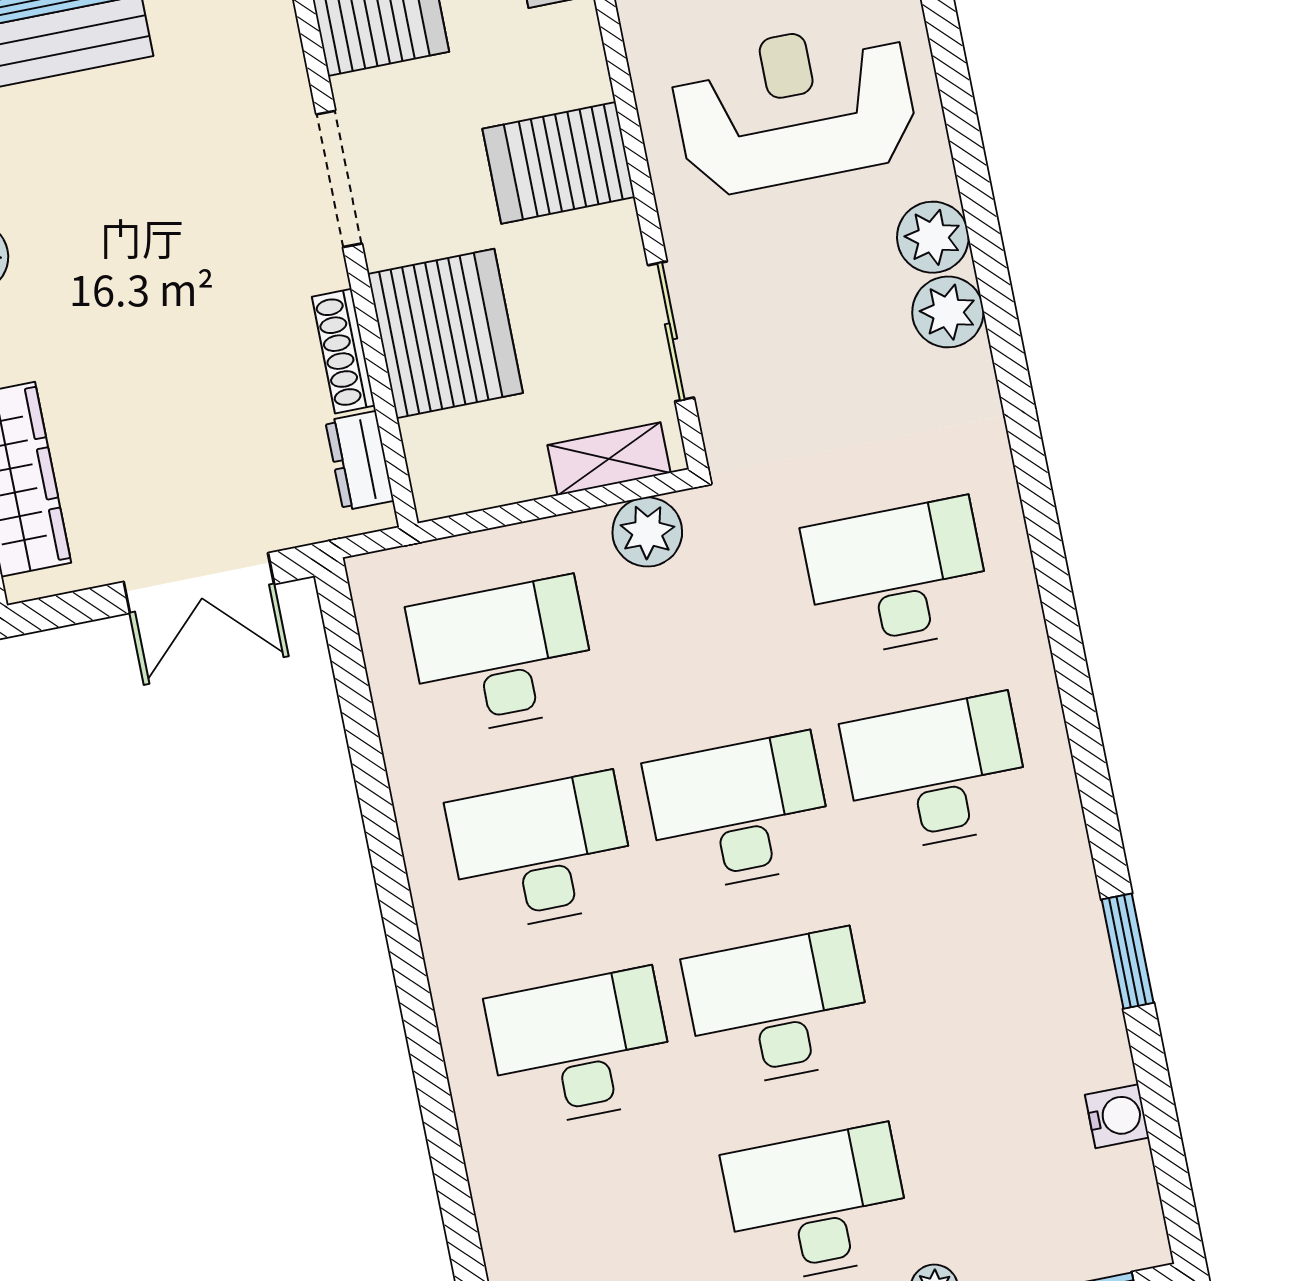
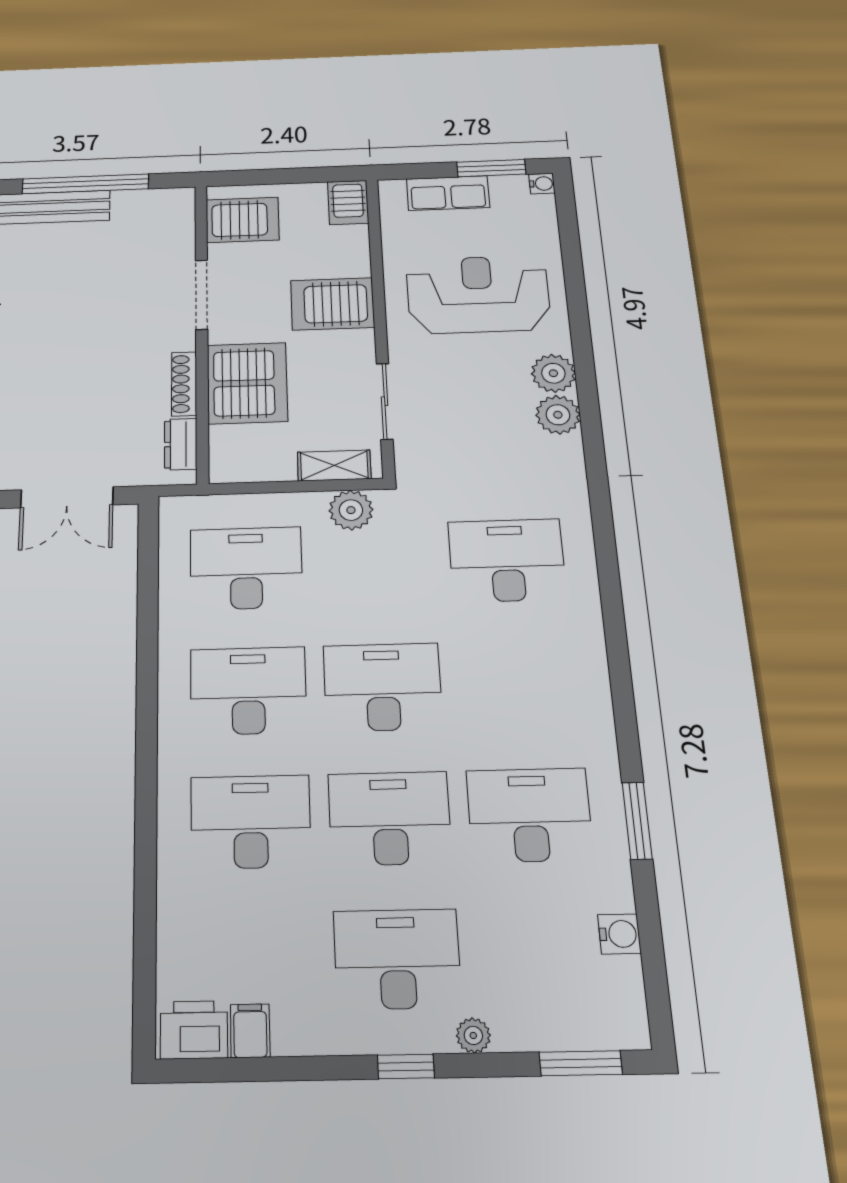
desk: (936, 773) -> (529, 815), moved

